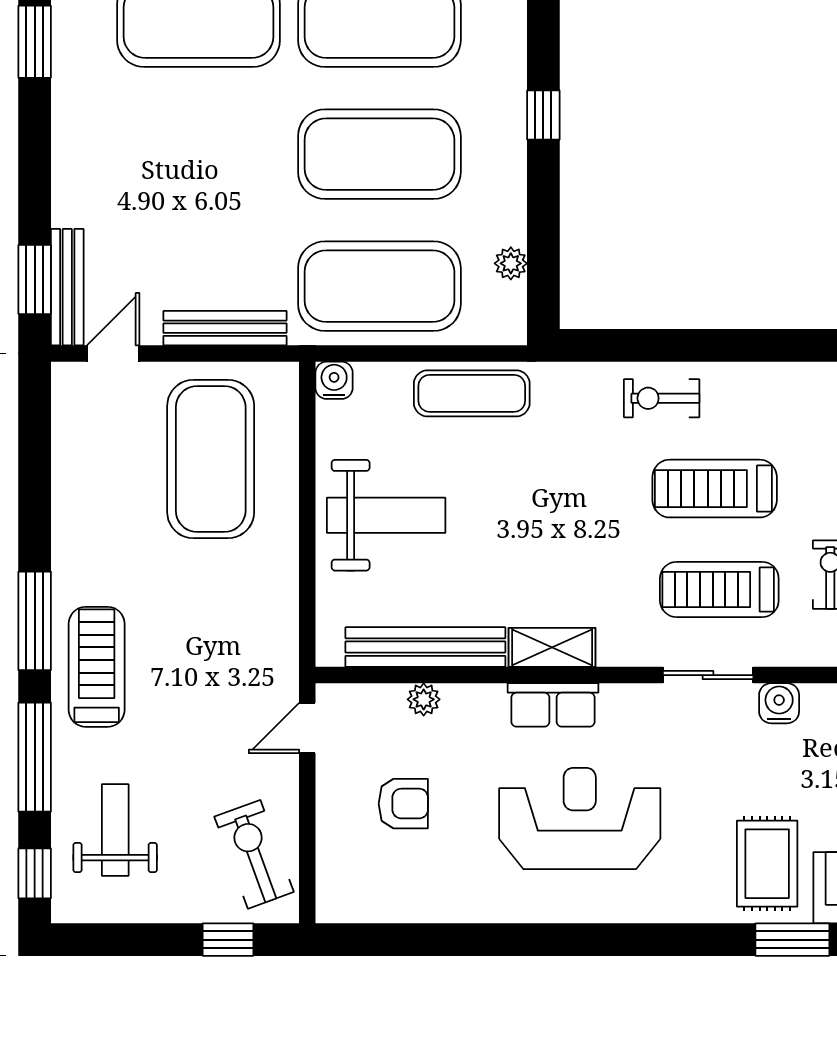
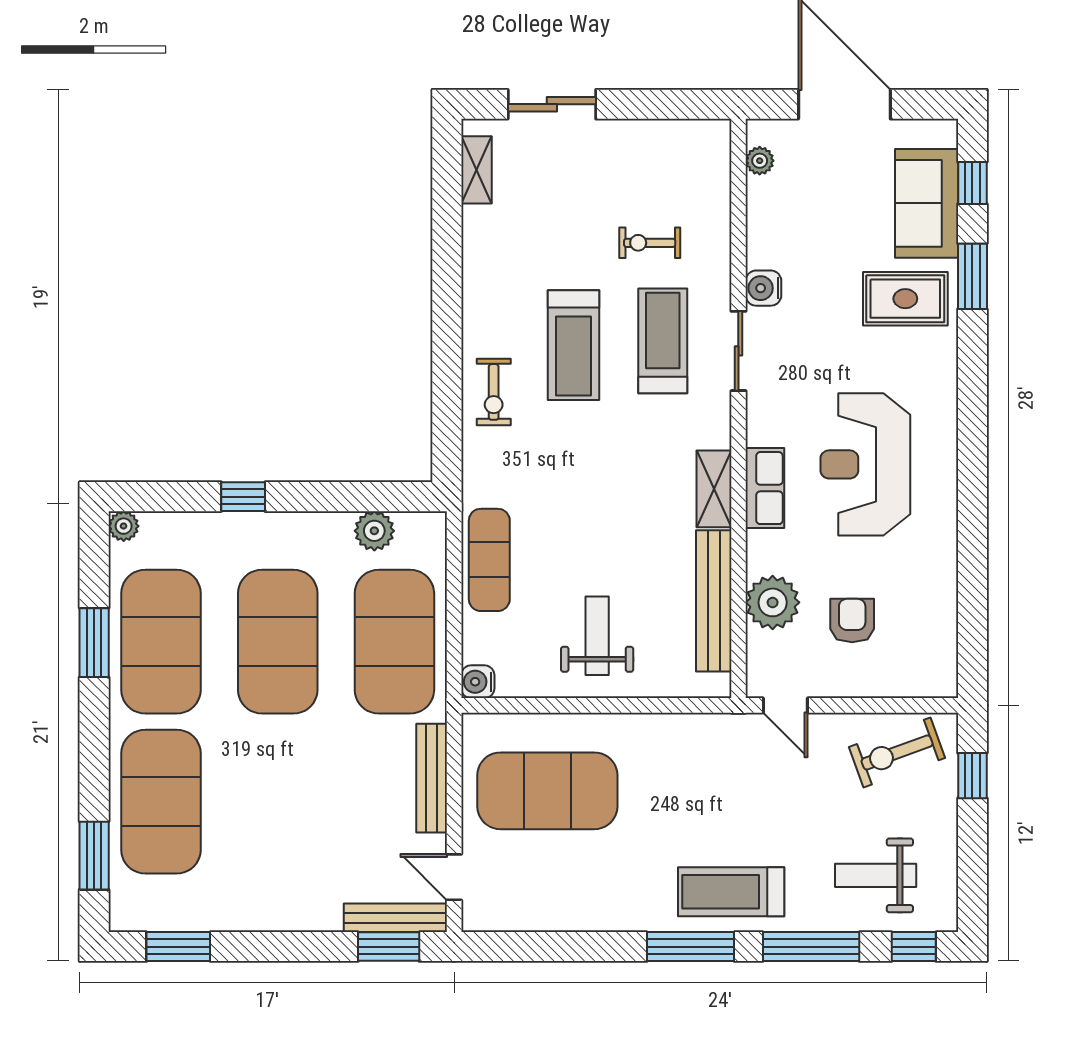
plant: (511, 263) -> (374, 531), width x1.38, depth x1.38
weight bench: (386, 515) -> (597, 636), width x0.73, depth x0.75
treadmill: (719, 589) -> (663, 341), turned 180
plant: (424, 699) -> (773, 602), width x1.88, depth x1.88

